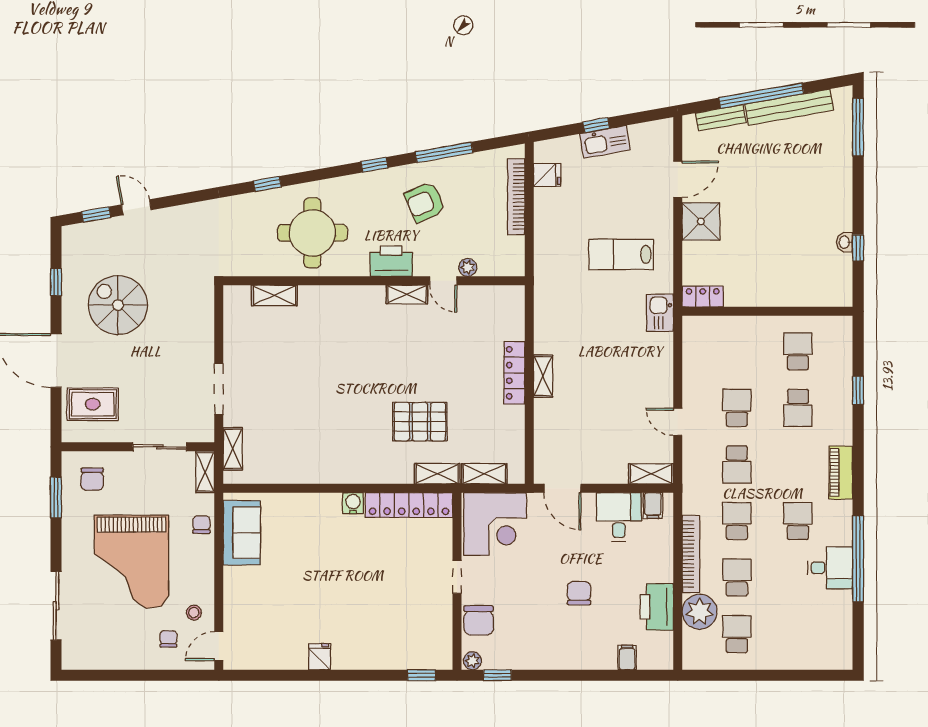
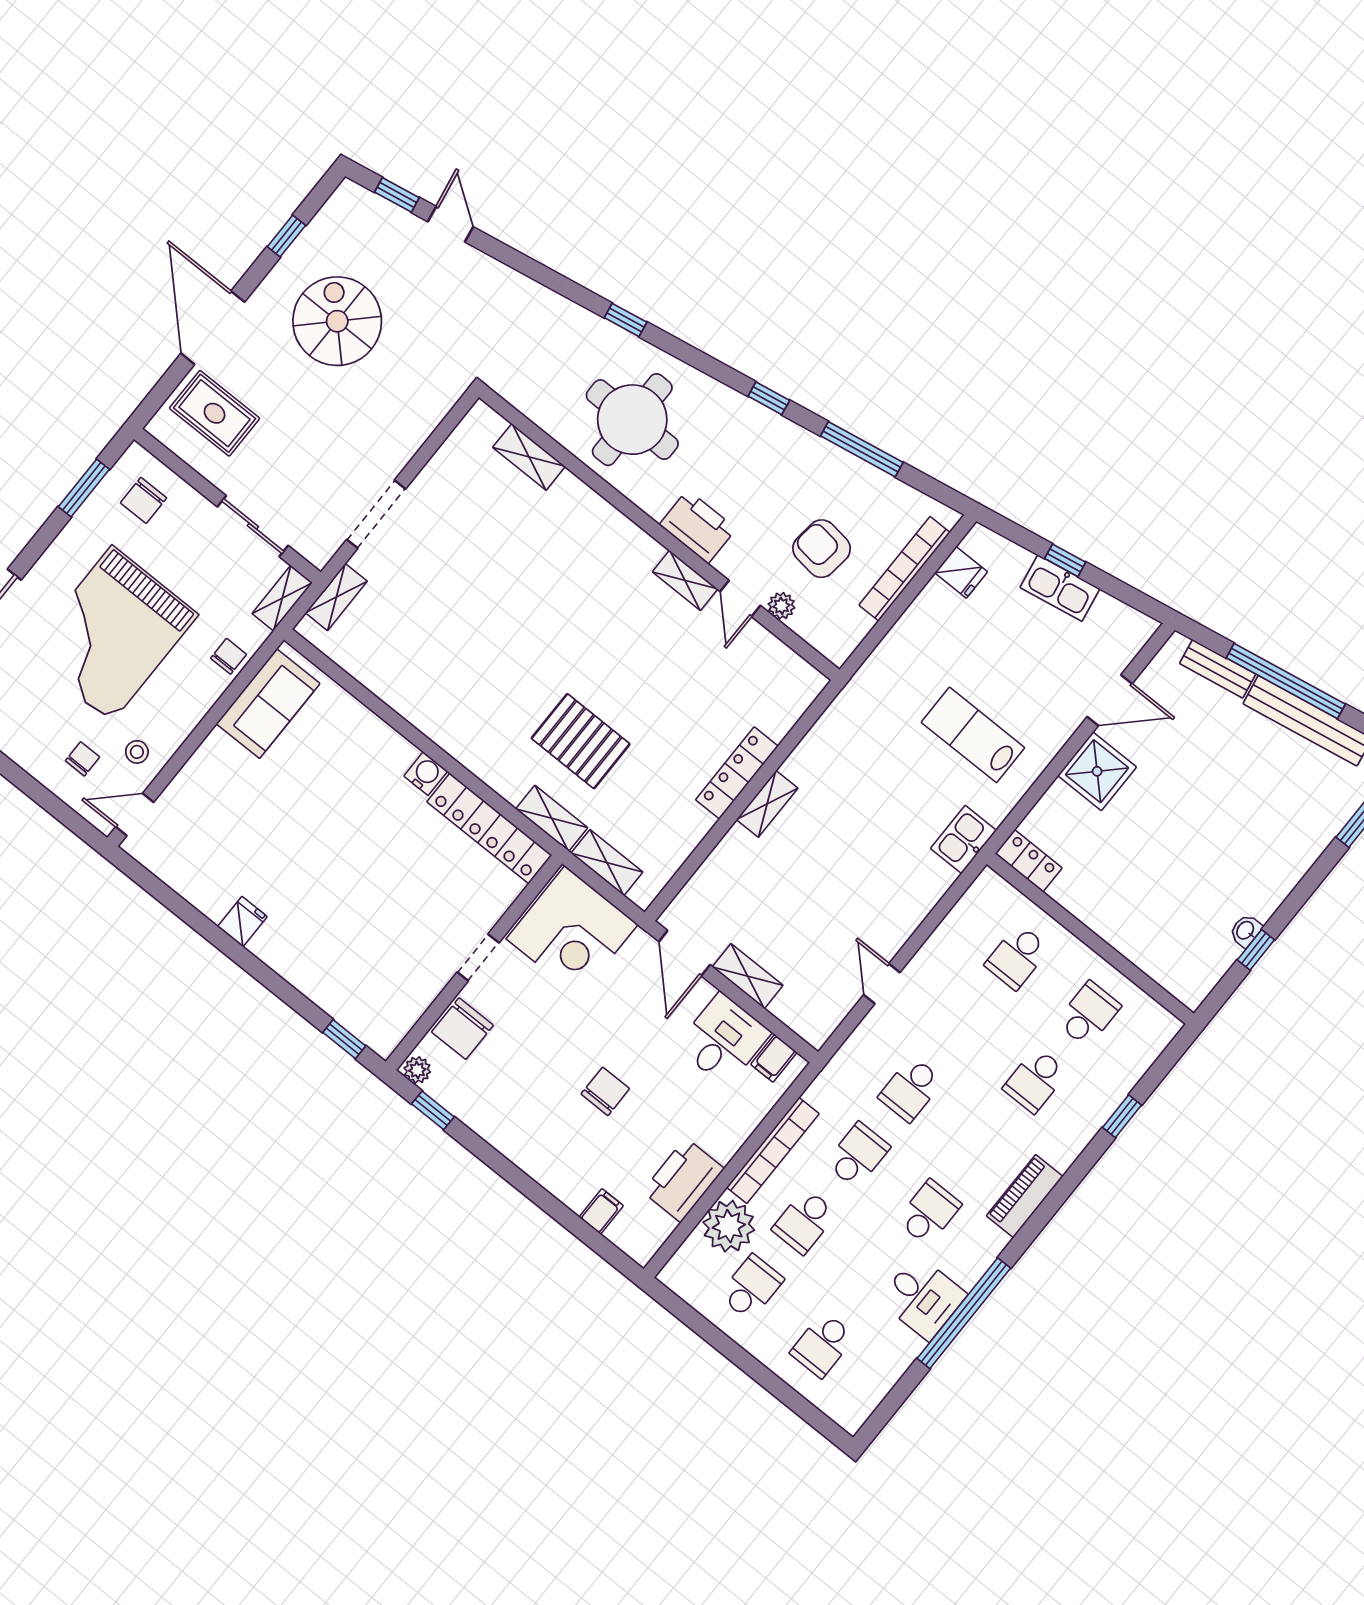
armchair: (425, 202) -> (822, 549), moved, turned 30
school desk: (737, 408) -> (1017, 957), moved, turned 180
shelving: (651, 474) -> (748, 976), moved
school desk: (737, 578) -> (804, 1221), turned 180
school desk: (798, 634) -> (823, 1345), added

